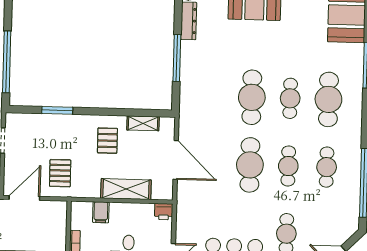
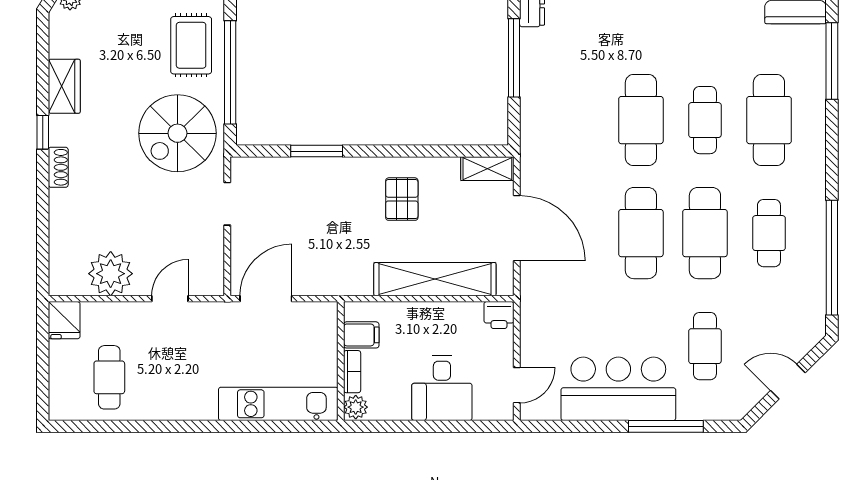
shelving: (143, 123) -> (487, 169), moved
cafe table: (288, 166) -> (705, 233), width x1.37, depth x1.35
pallet: (60, 173) -> (324, 256), removed
shelving: (126, 189) -> (435, 279), width x1.47
filing cabinet: (101, 212) -> (361, 335), moved, turned -90

